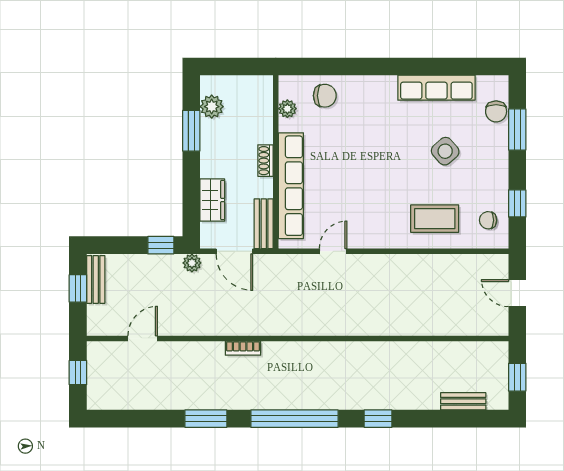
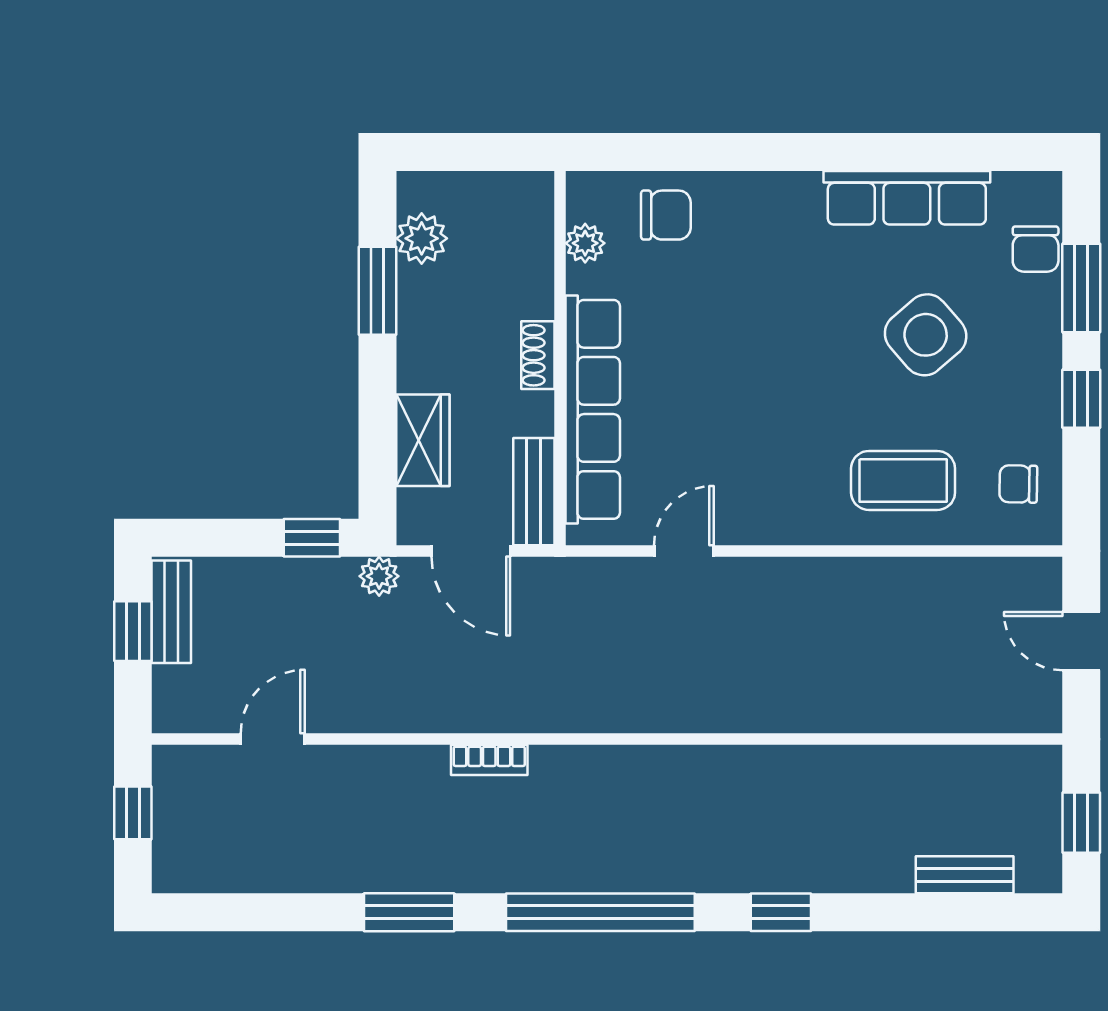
side table: (445, 151) -> (926, 335), width x1.37, depth x1.37
window: (517, 203) -> (1081, 399), moved

